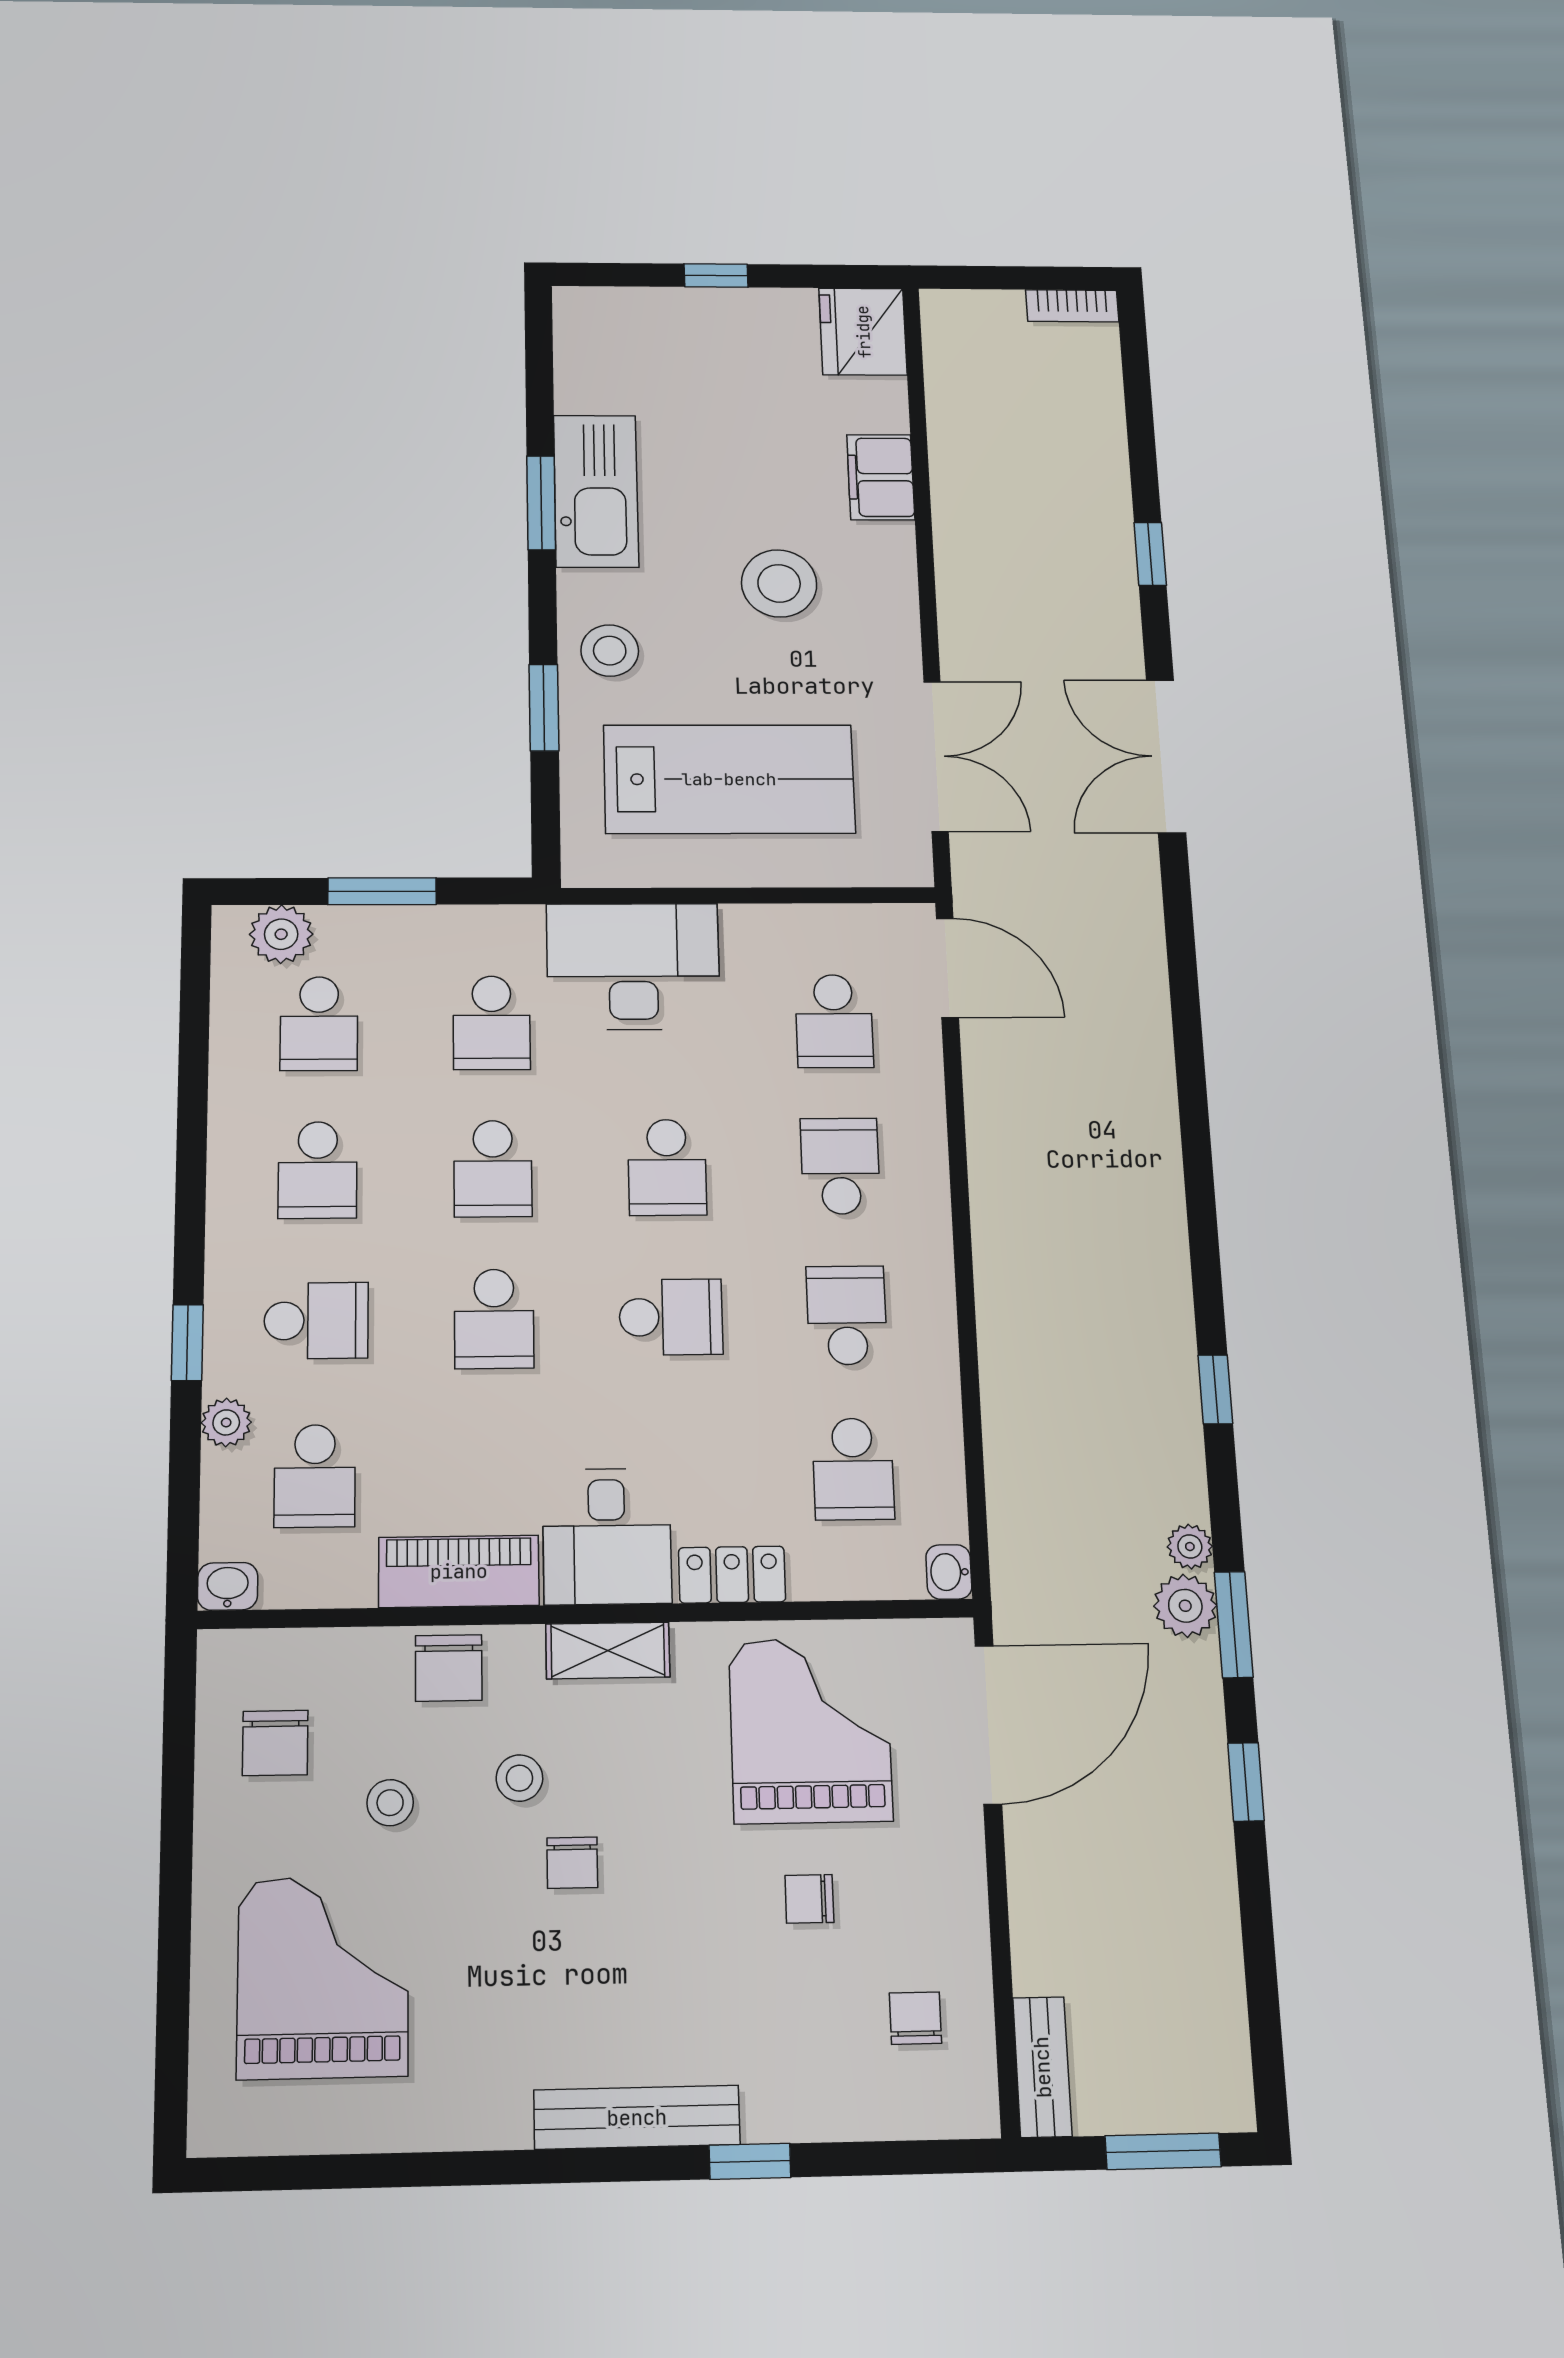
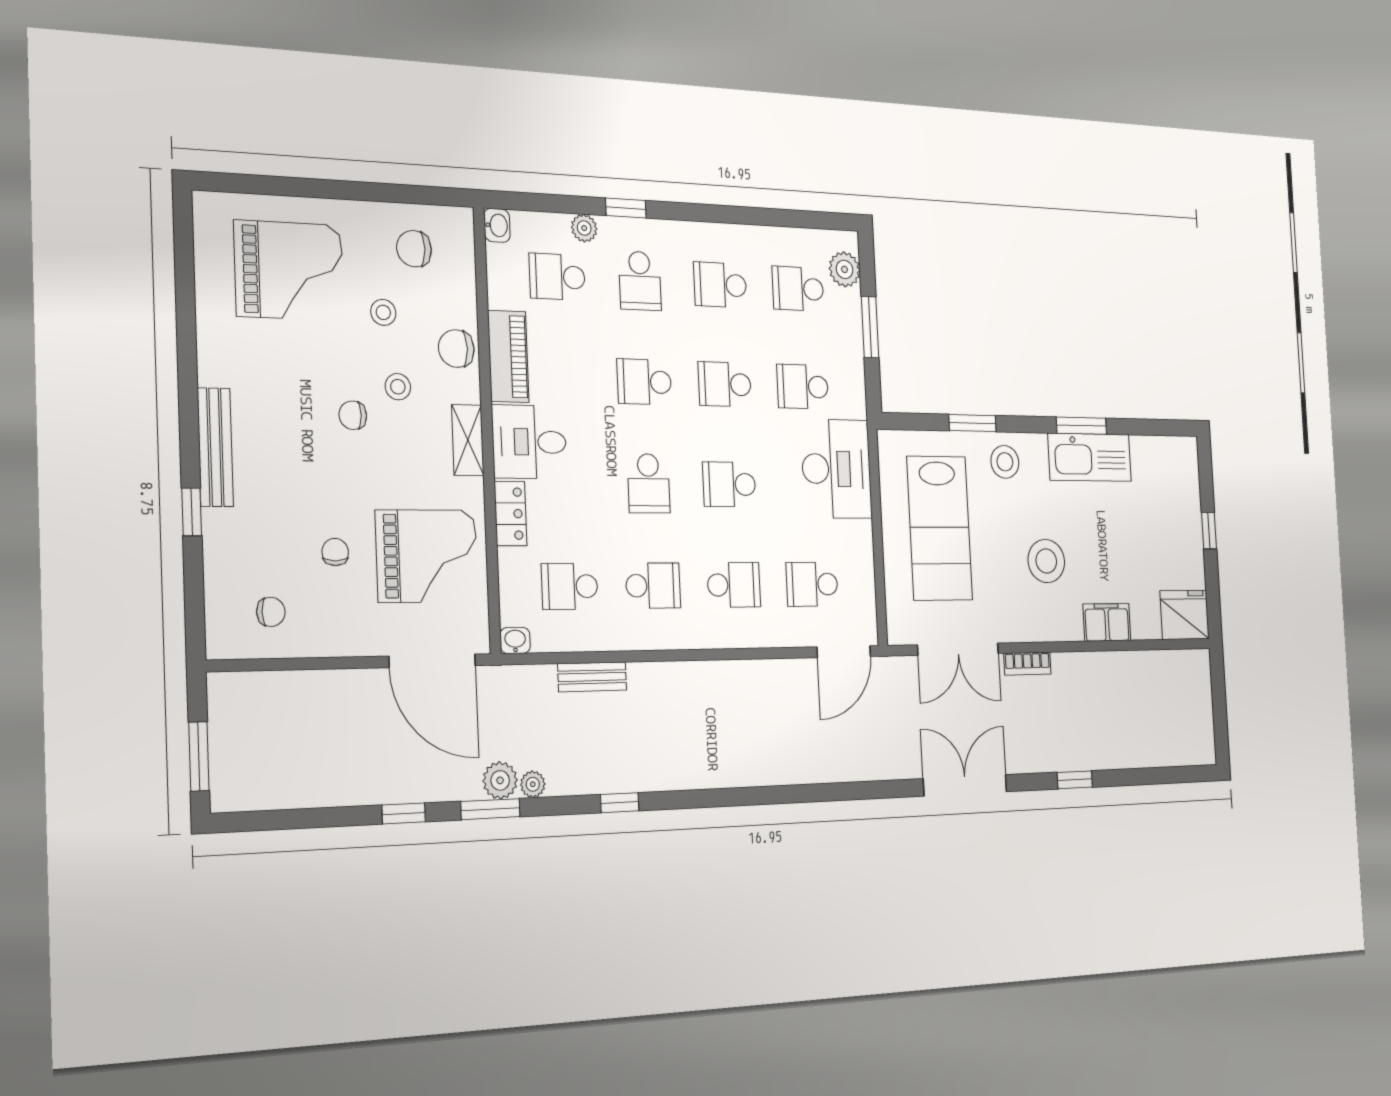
bookcase: (1072, 306) -> (1027, 664), moved, turned -90
bench: (1042, 2067) -> (592, 677), moved

